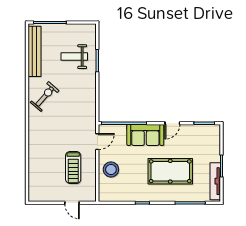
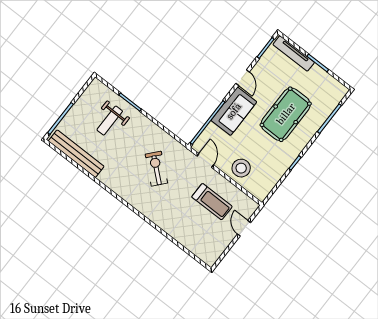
exercise bike: (45, 97) -> (156, 169), moved
tv unit: (215, 181) -> (294, 53), moved
door: (72, 203) -> (244, 228), swing flipped

